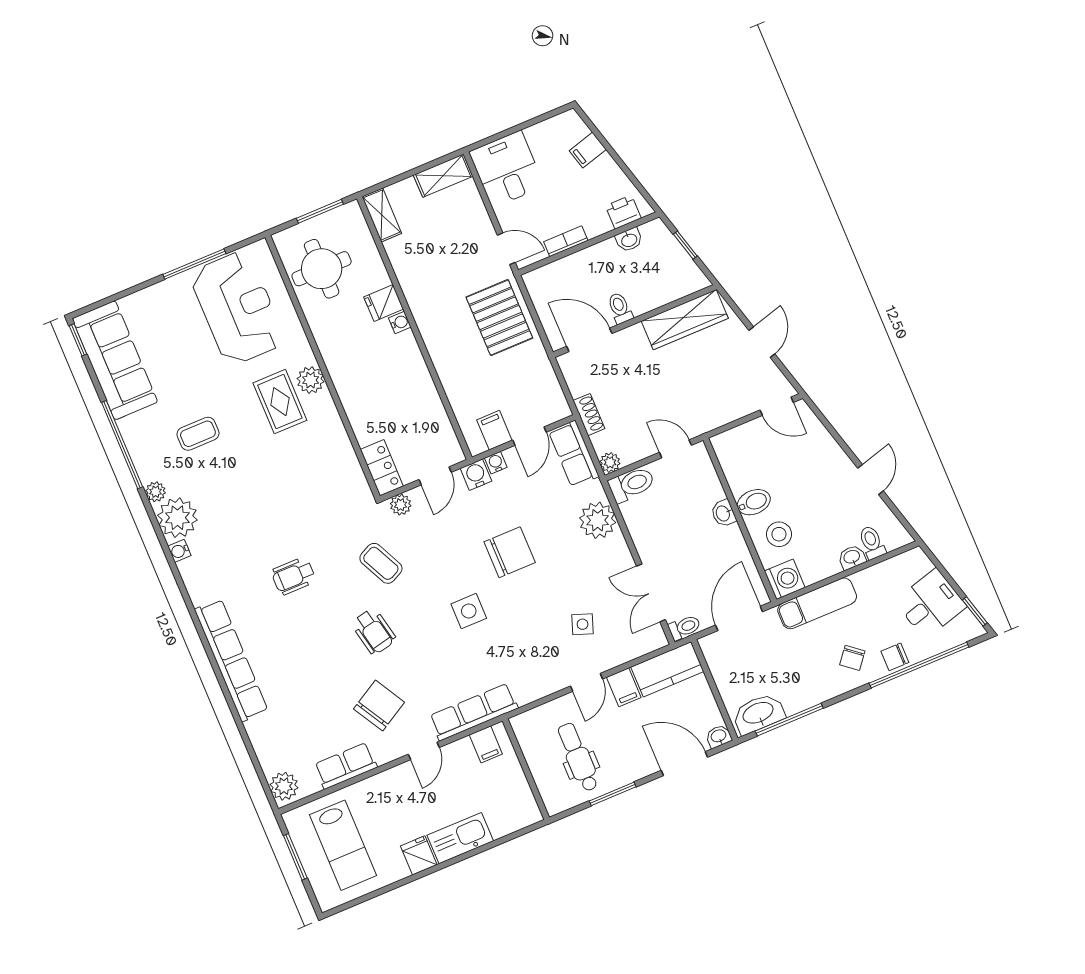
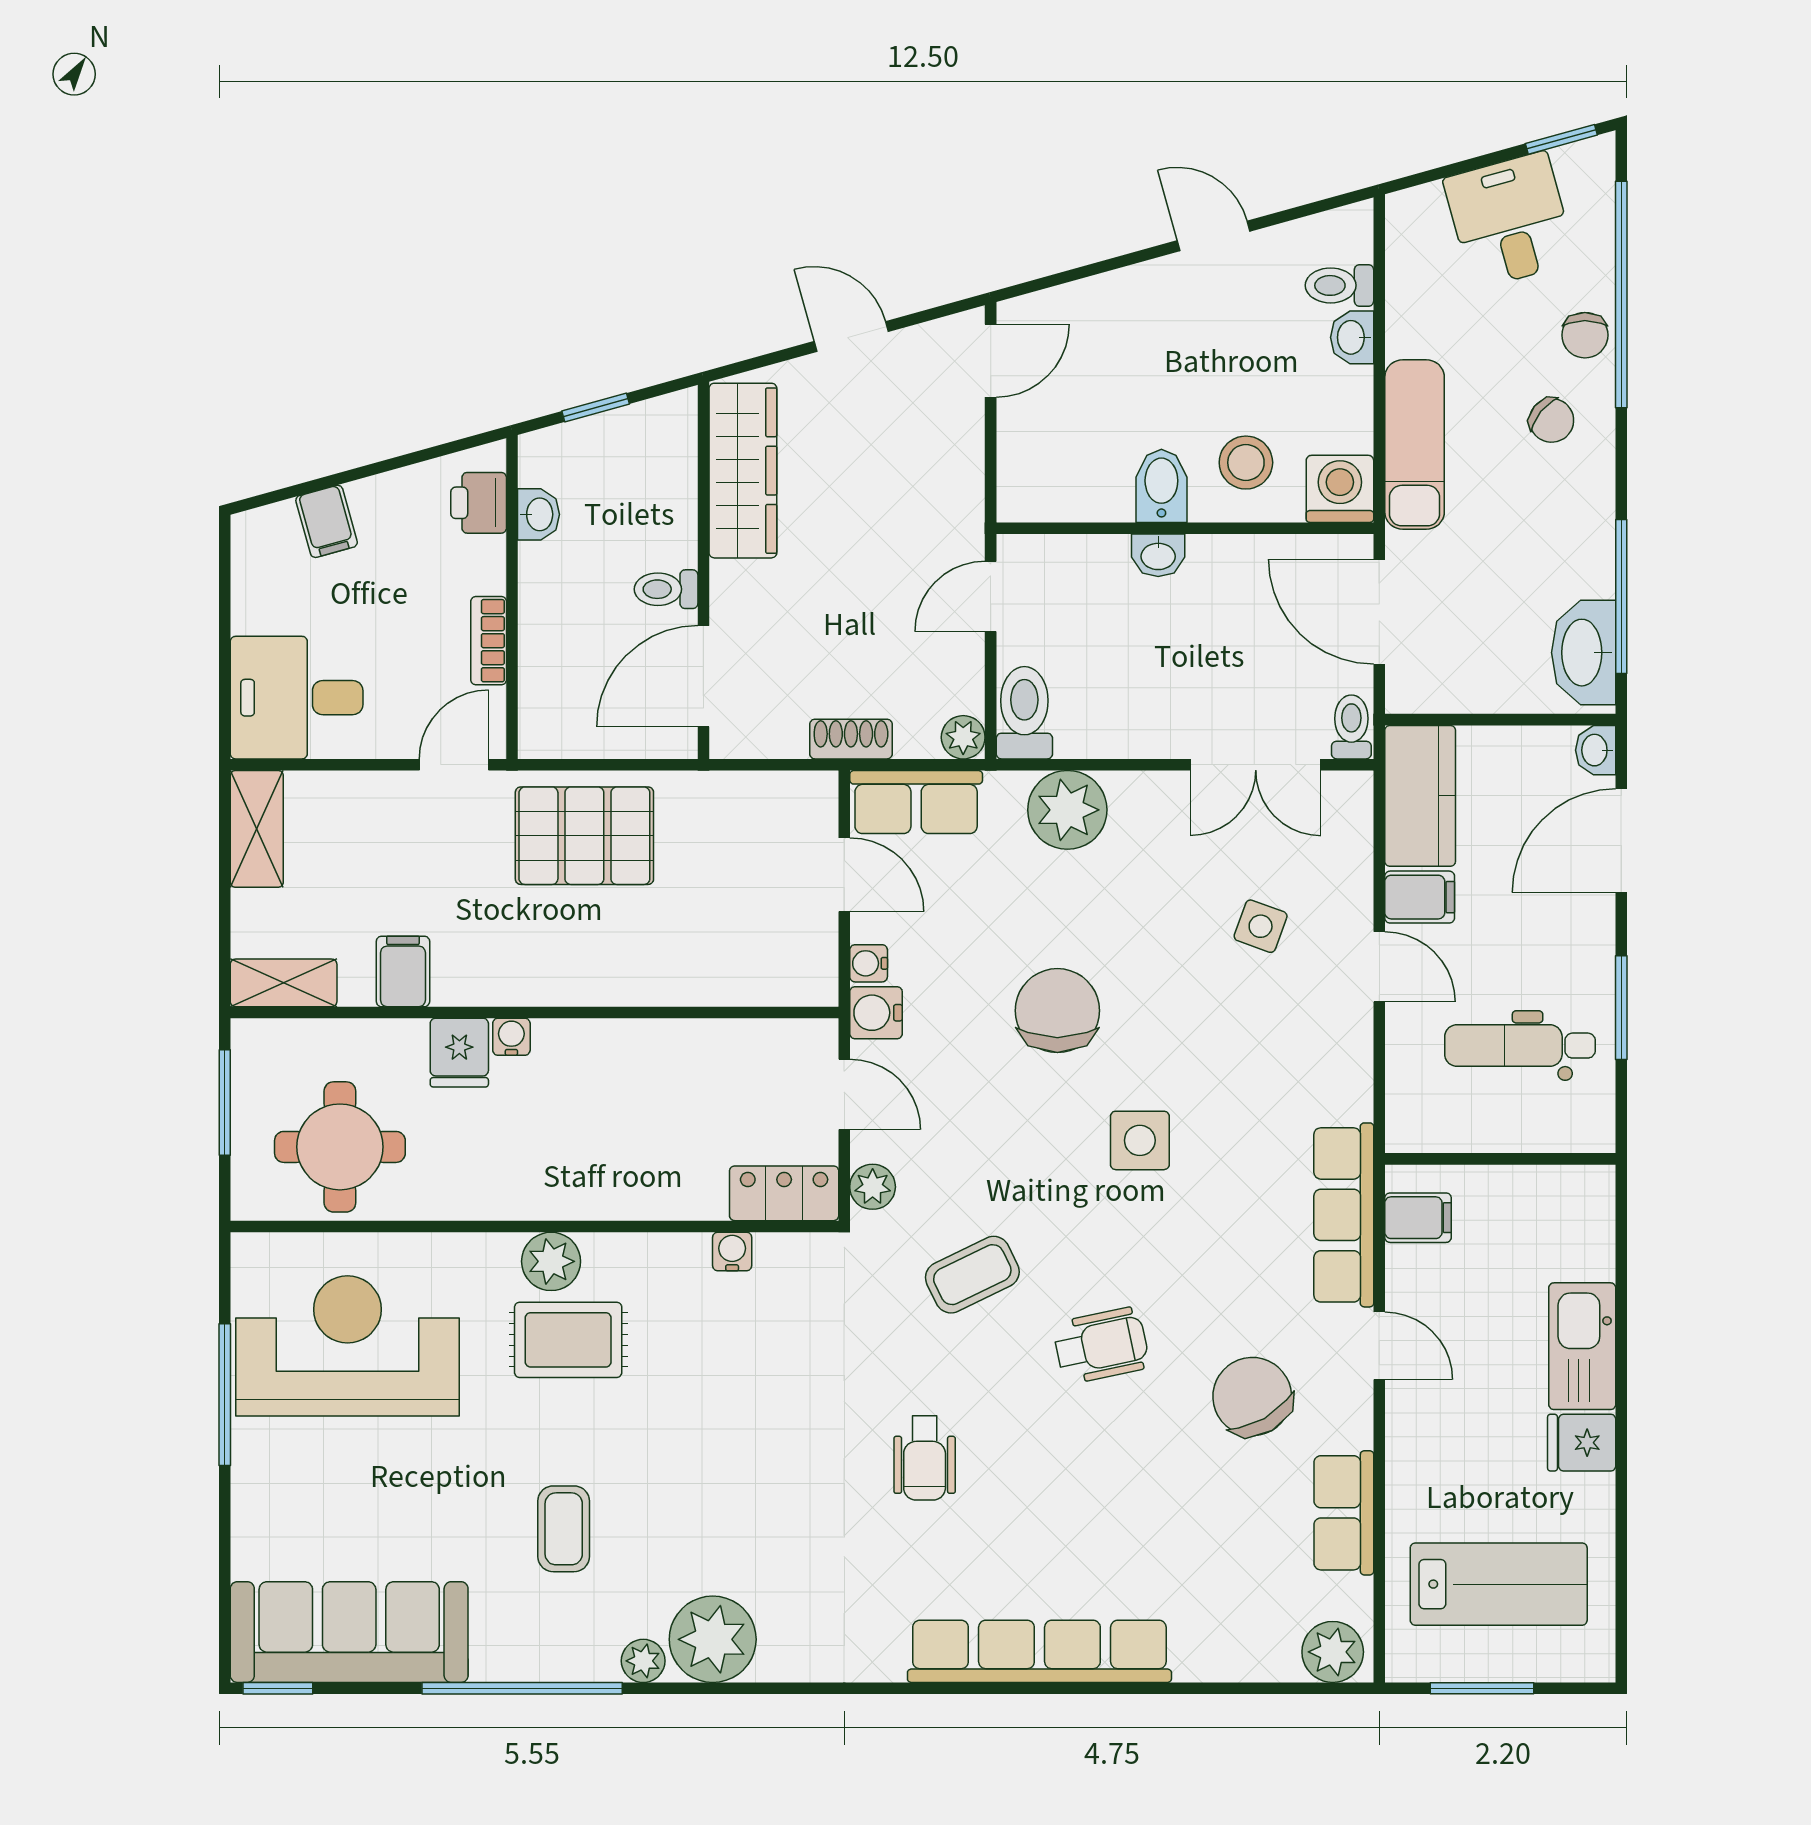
filing cabinet: (494, 430) -> (403, 971), moved, turned 90
water cooler: (179, 551) -> (732, 1252), moved, turned 180

